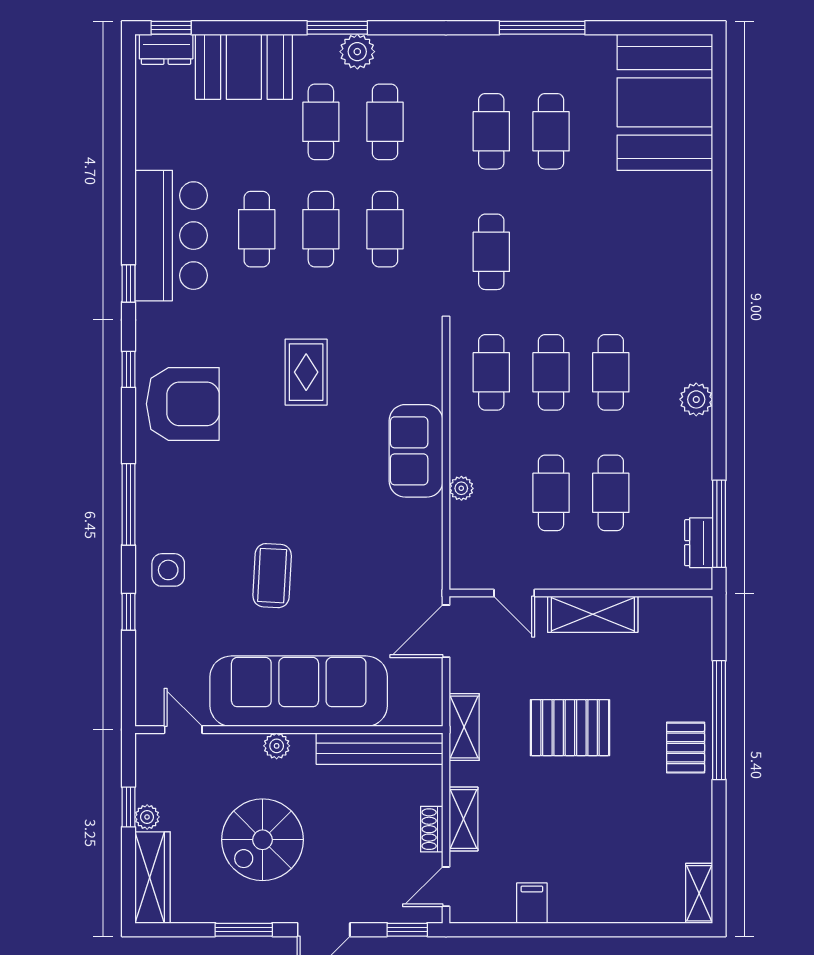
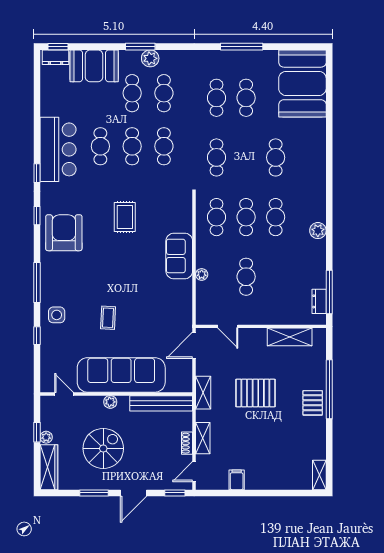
armchair: (183, 404) -> (64, 233), turned -90
cafe table: (611, 493) -> (276, 157), moved
coffee table: (272, 576) -> (108, 318), width x0.73, depth x0.77
shelving: (593, 614) -> (290, 337), moved
spiral stairs: (262, 840) -> (103, 448), turned 180

